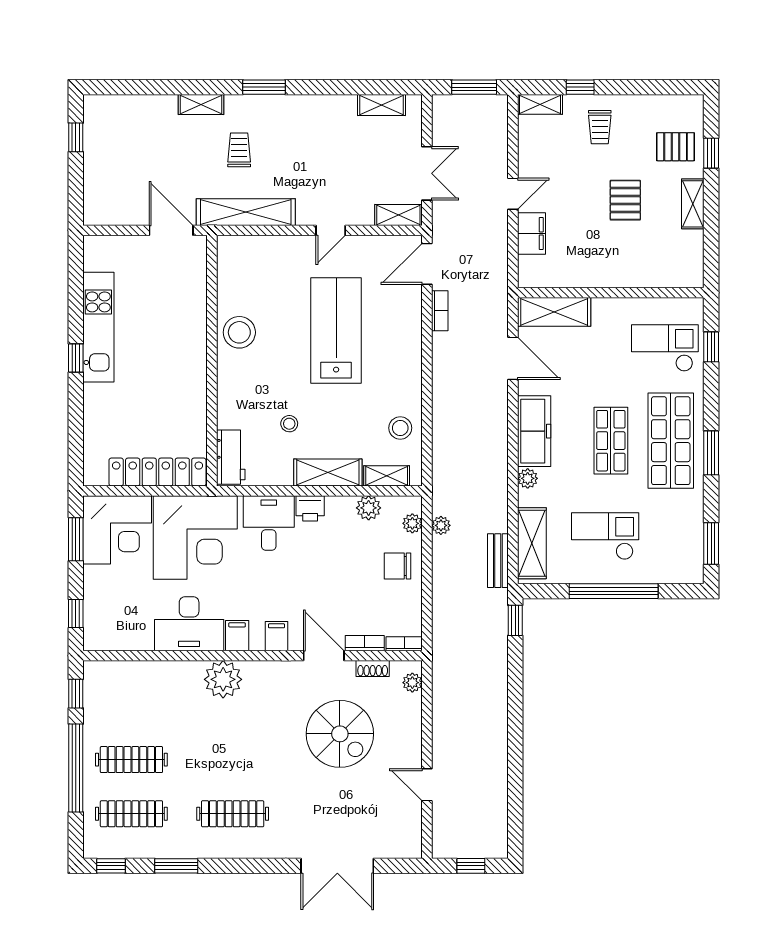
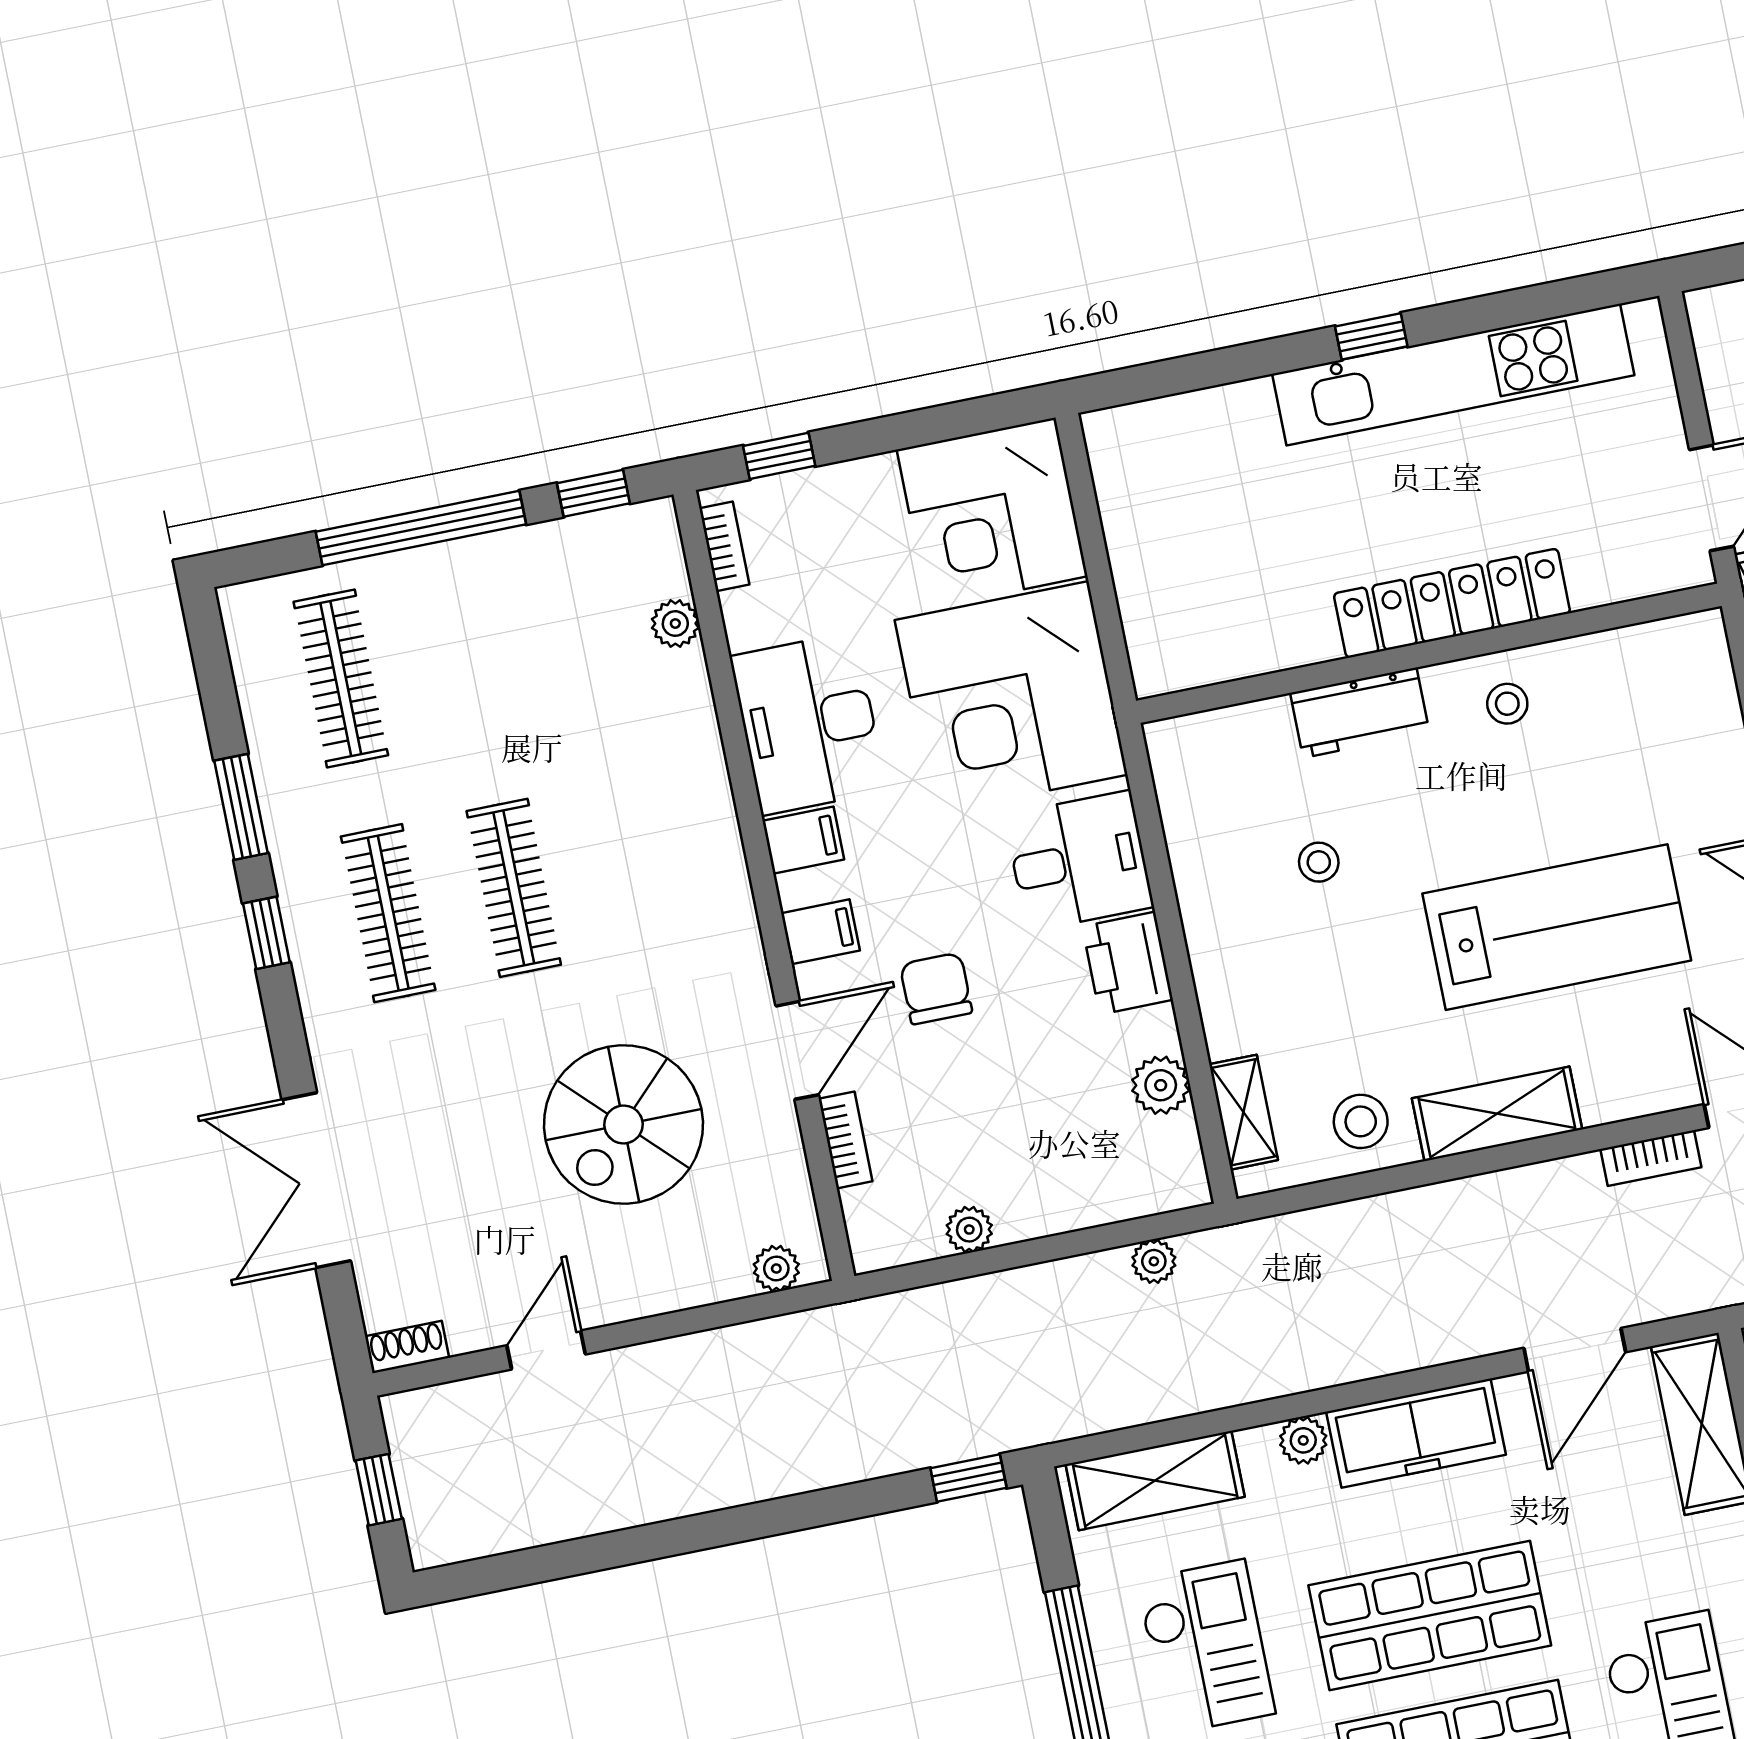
kitchen unit: (98, 327) -> (1453, 375), width x1.36
stool: (239, 332) -> (1507, 704), width x0.53, depth x0.53
shop shelf: (611, 441) -> (1430, 1615), width x1.43, depth x1.36
workbench: (231, 457) -> (1360, 713), moved
locker: (157, 472) -> (1452, 603), moved, turned -90
shelving: (328, 472) -> (1497, 1114), moved, turned 90
printer: (310, 508) -> (1128, 963), width x1.36, depth x1.24
plant: (412, 523) -> (969, 1230), moved
window: (76, 539) -> (951, 421), removed
bench: (498, 561) -> (1099, 1410), removed
chair: (397, 566) -> (936, 988), moved
bookcase: (404, 644) -> (724, 546), moved
shoe rack: (373, 668) -> (407, 1347), moved, turned 90
plant: (223, 679) -> (675, 624), moved, width x0.53, depth x0.53
clothes rail: (131, 760) -> (514, 888), moved
window: (111, 866) -> (266, 933), moved

